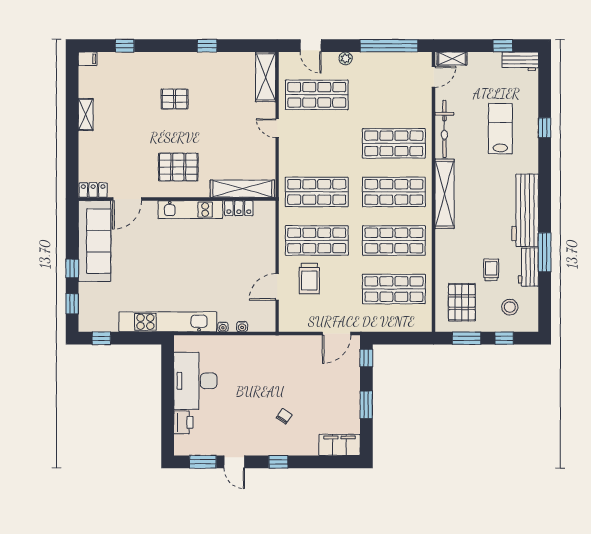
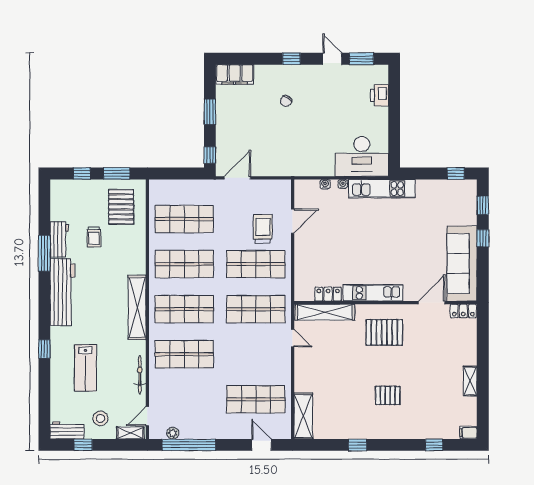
plant: (346, 58) -> (173, 433), moved
door: (277, 128) -> (293, 338), moved
window: (545, 128) -> (44, 349), moved
bicycle: (444, 129) -> (140, 375), width x0.73, depth x0.71
stool: (510, 307) -> (101, 418), moved
kitchen unit: (168, 322) -> (382, 189), width x0.73
desk: (195, 381) -> (362, 156), moved, turned 90

